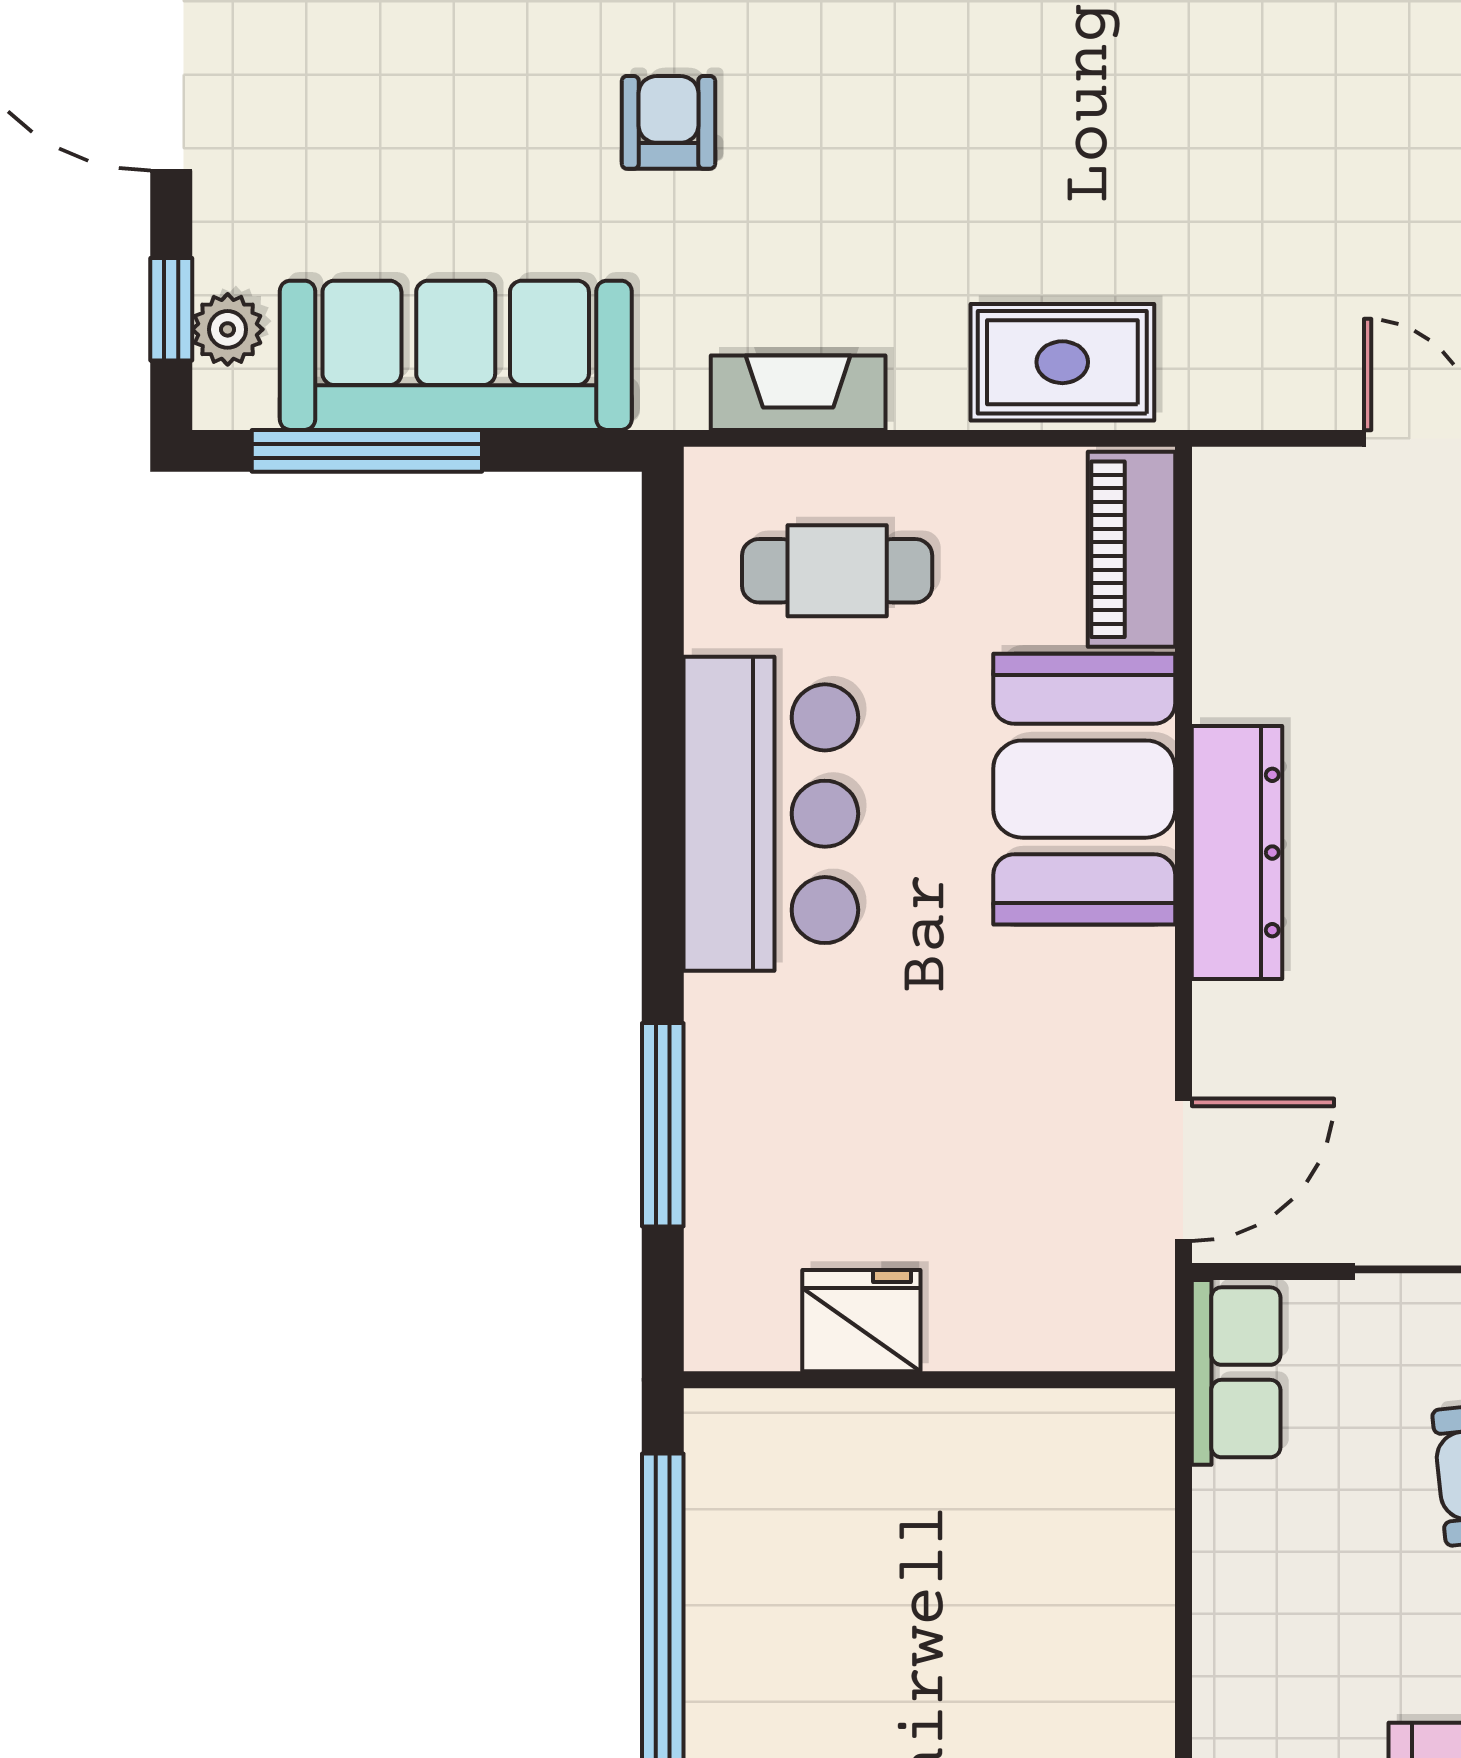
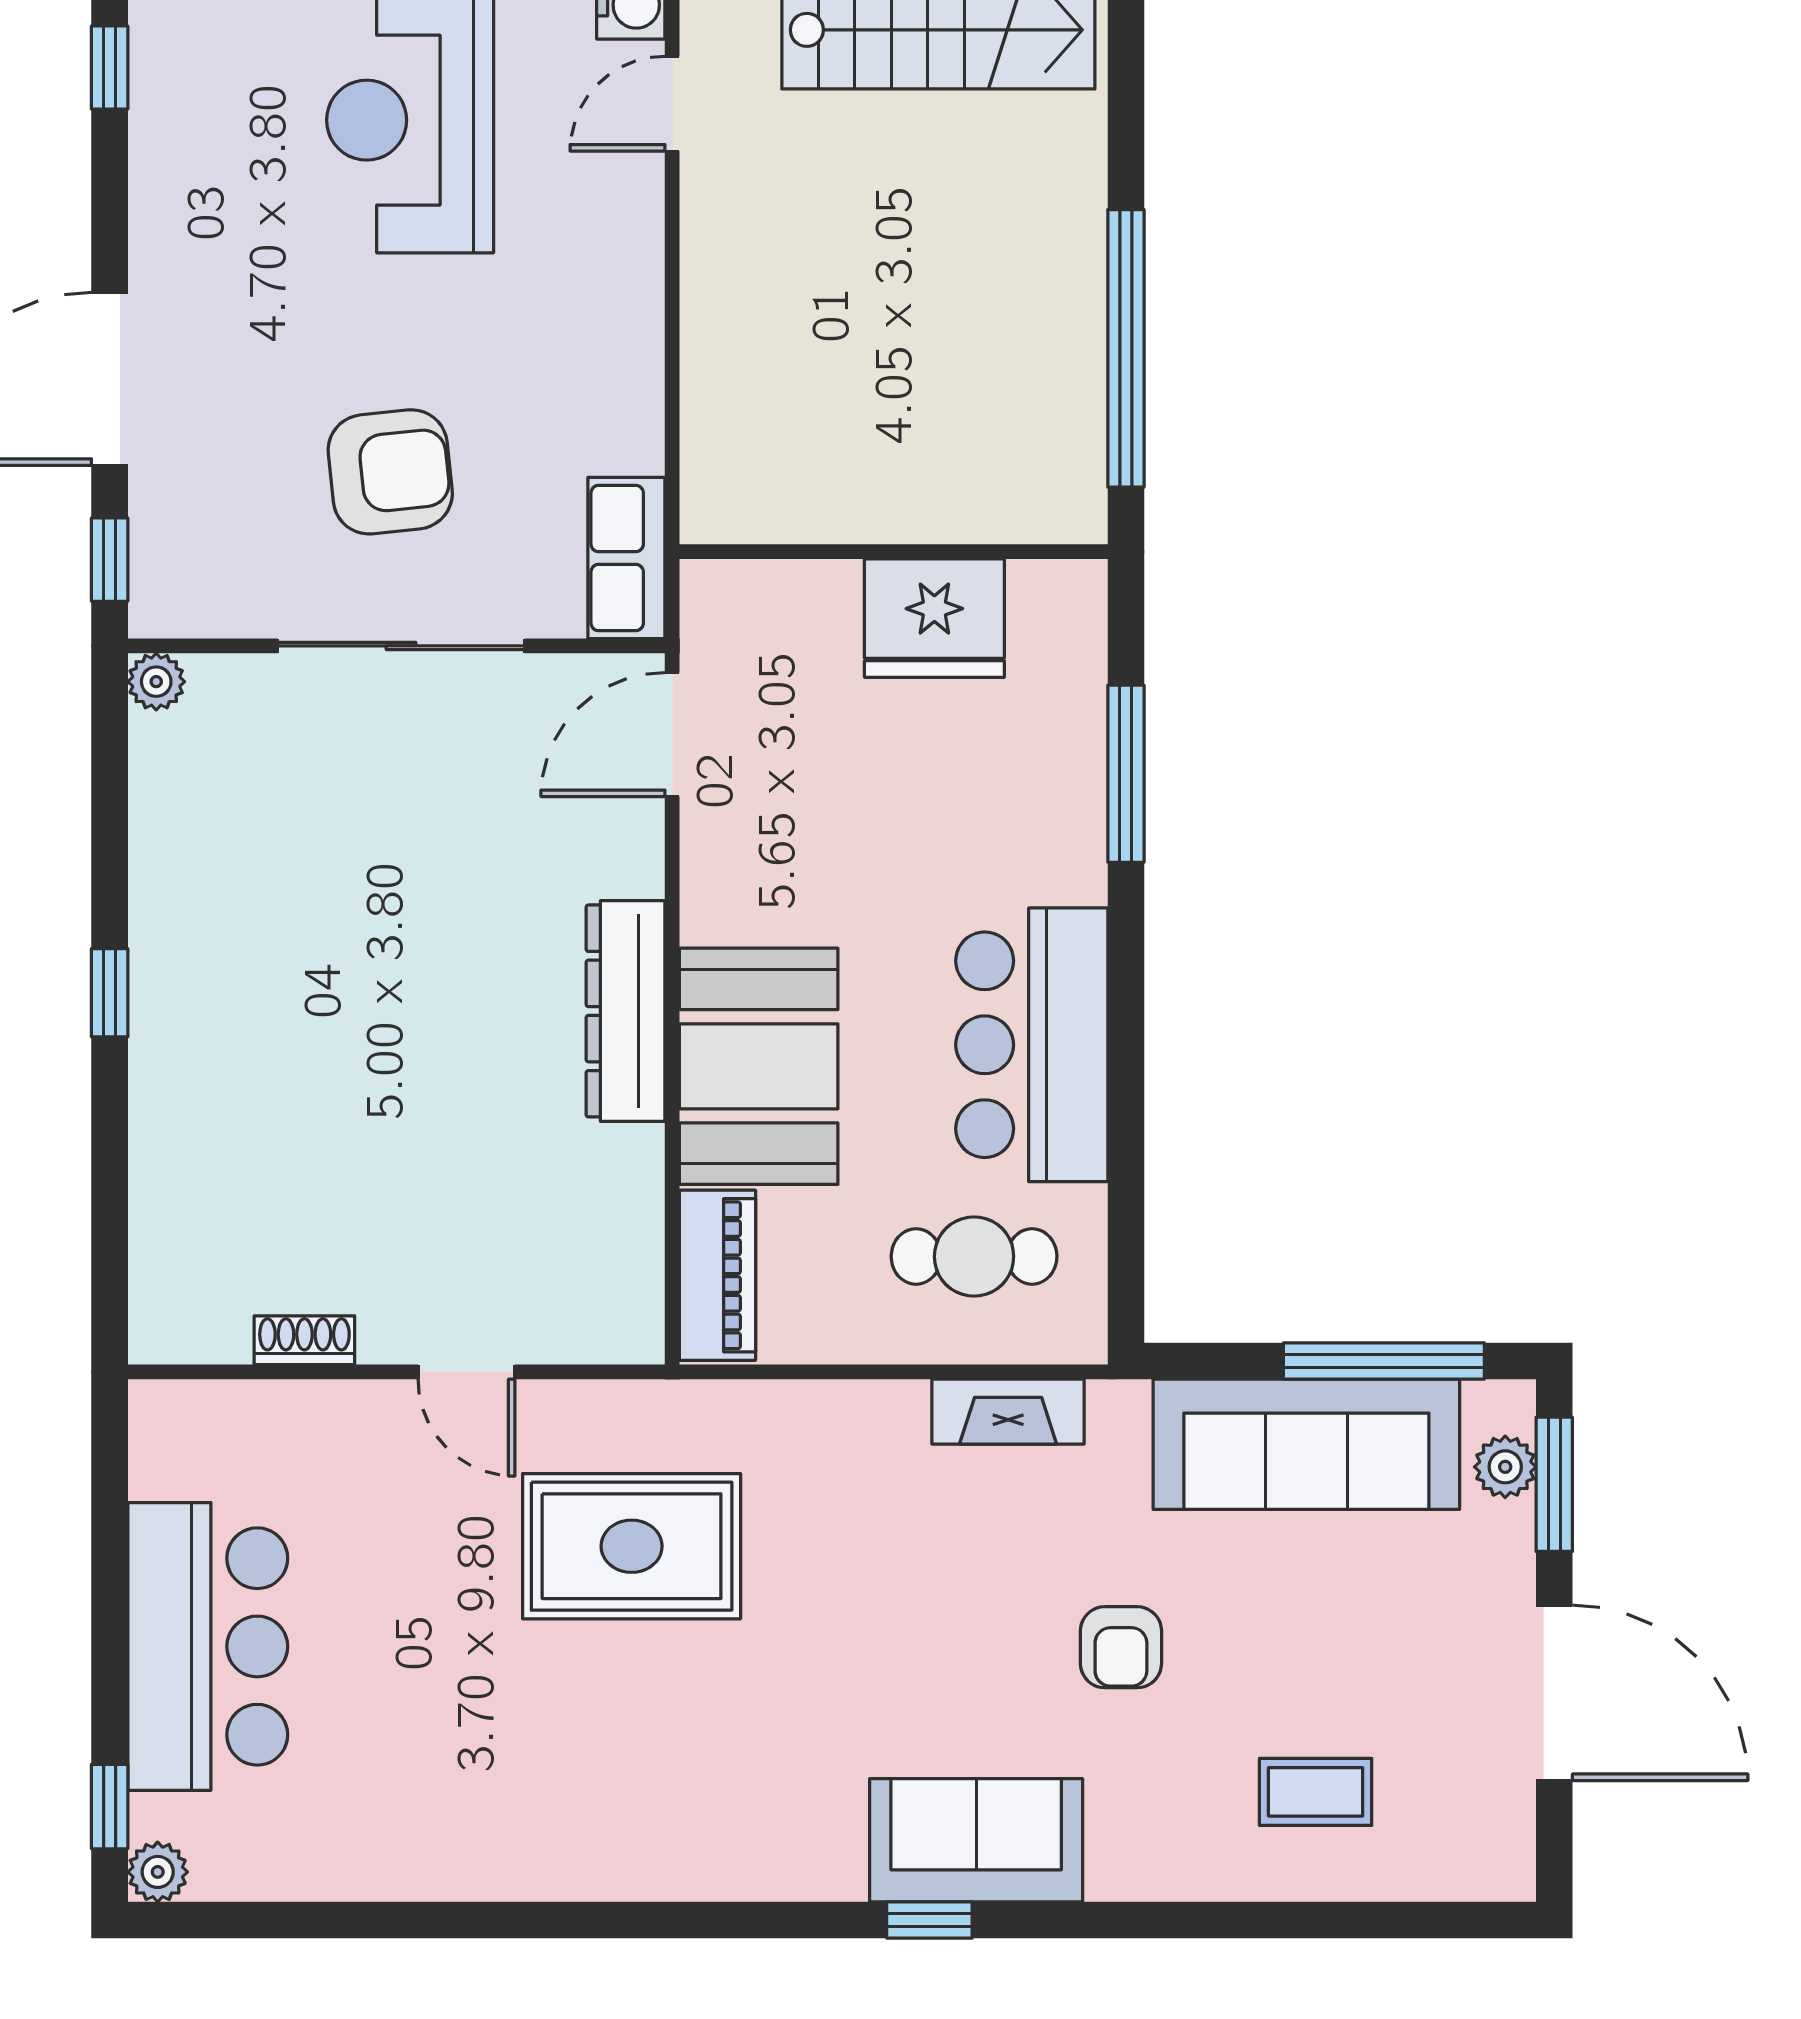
window: (171, 309) -> (1554, 1484), width x1.50
rug: (1062, 362) -> (632, 1546), moved, width x1.36, depth x1.43
fridge: (861, 1321) -> (934, 618), width x1.36, depth x1.34

